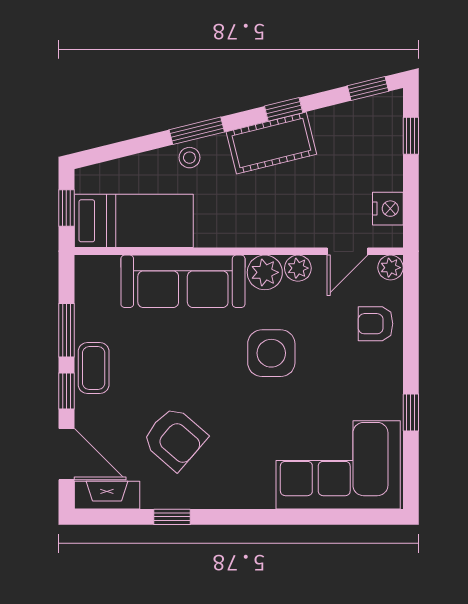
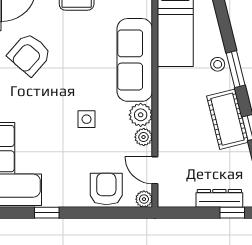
dresser: (389, 155) -> (219, 198), added
nightstand: (388, 209) -> (183, 197), removed
armchair: (375, 324) -> (106, 189), width x1.38, depth x1.38
side table: (271, 353) -> (87, 119), width x0.54, depth x0.54

